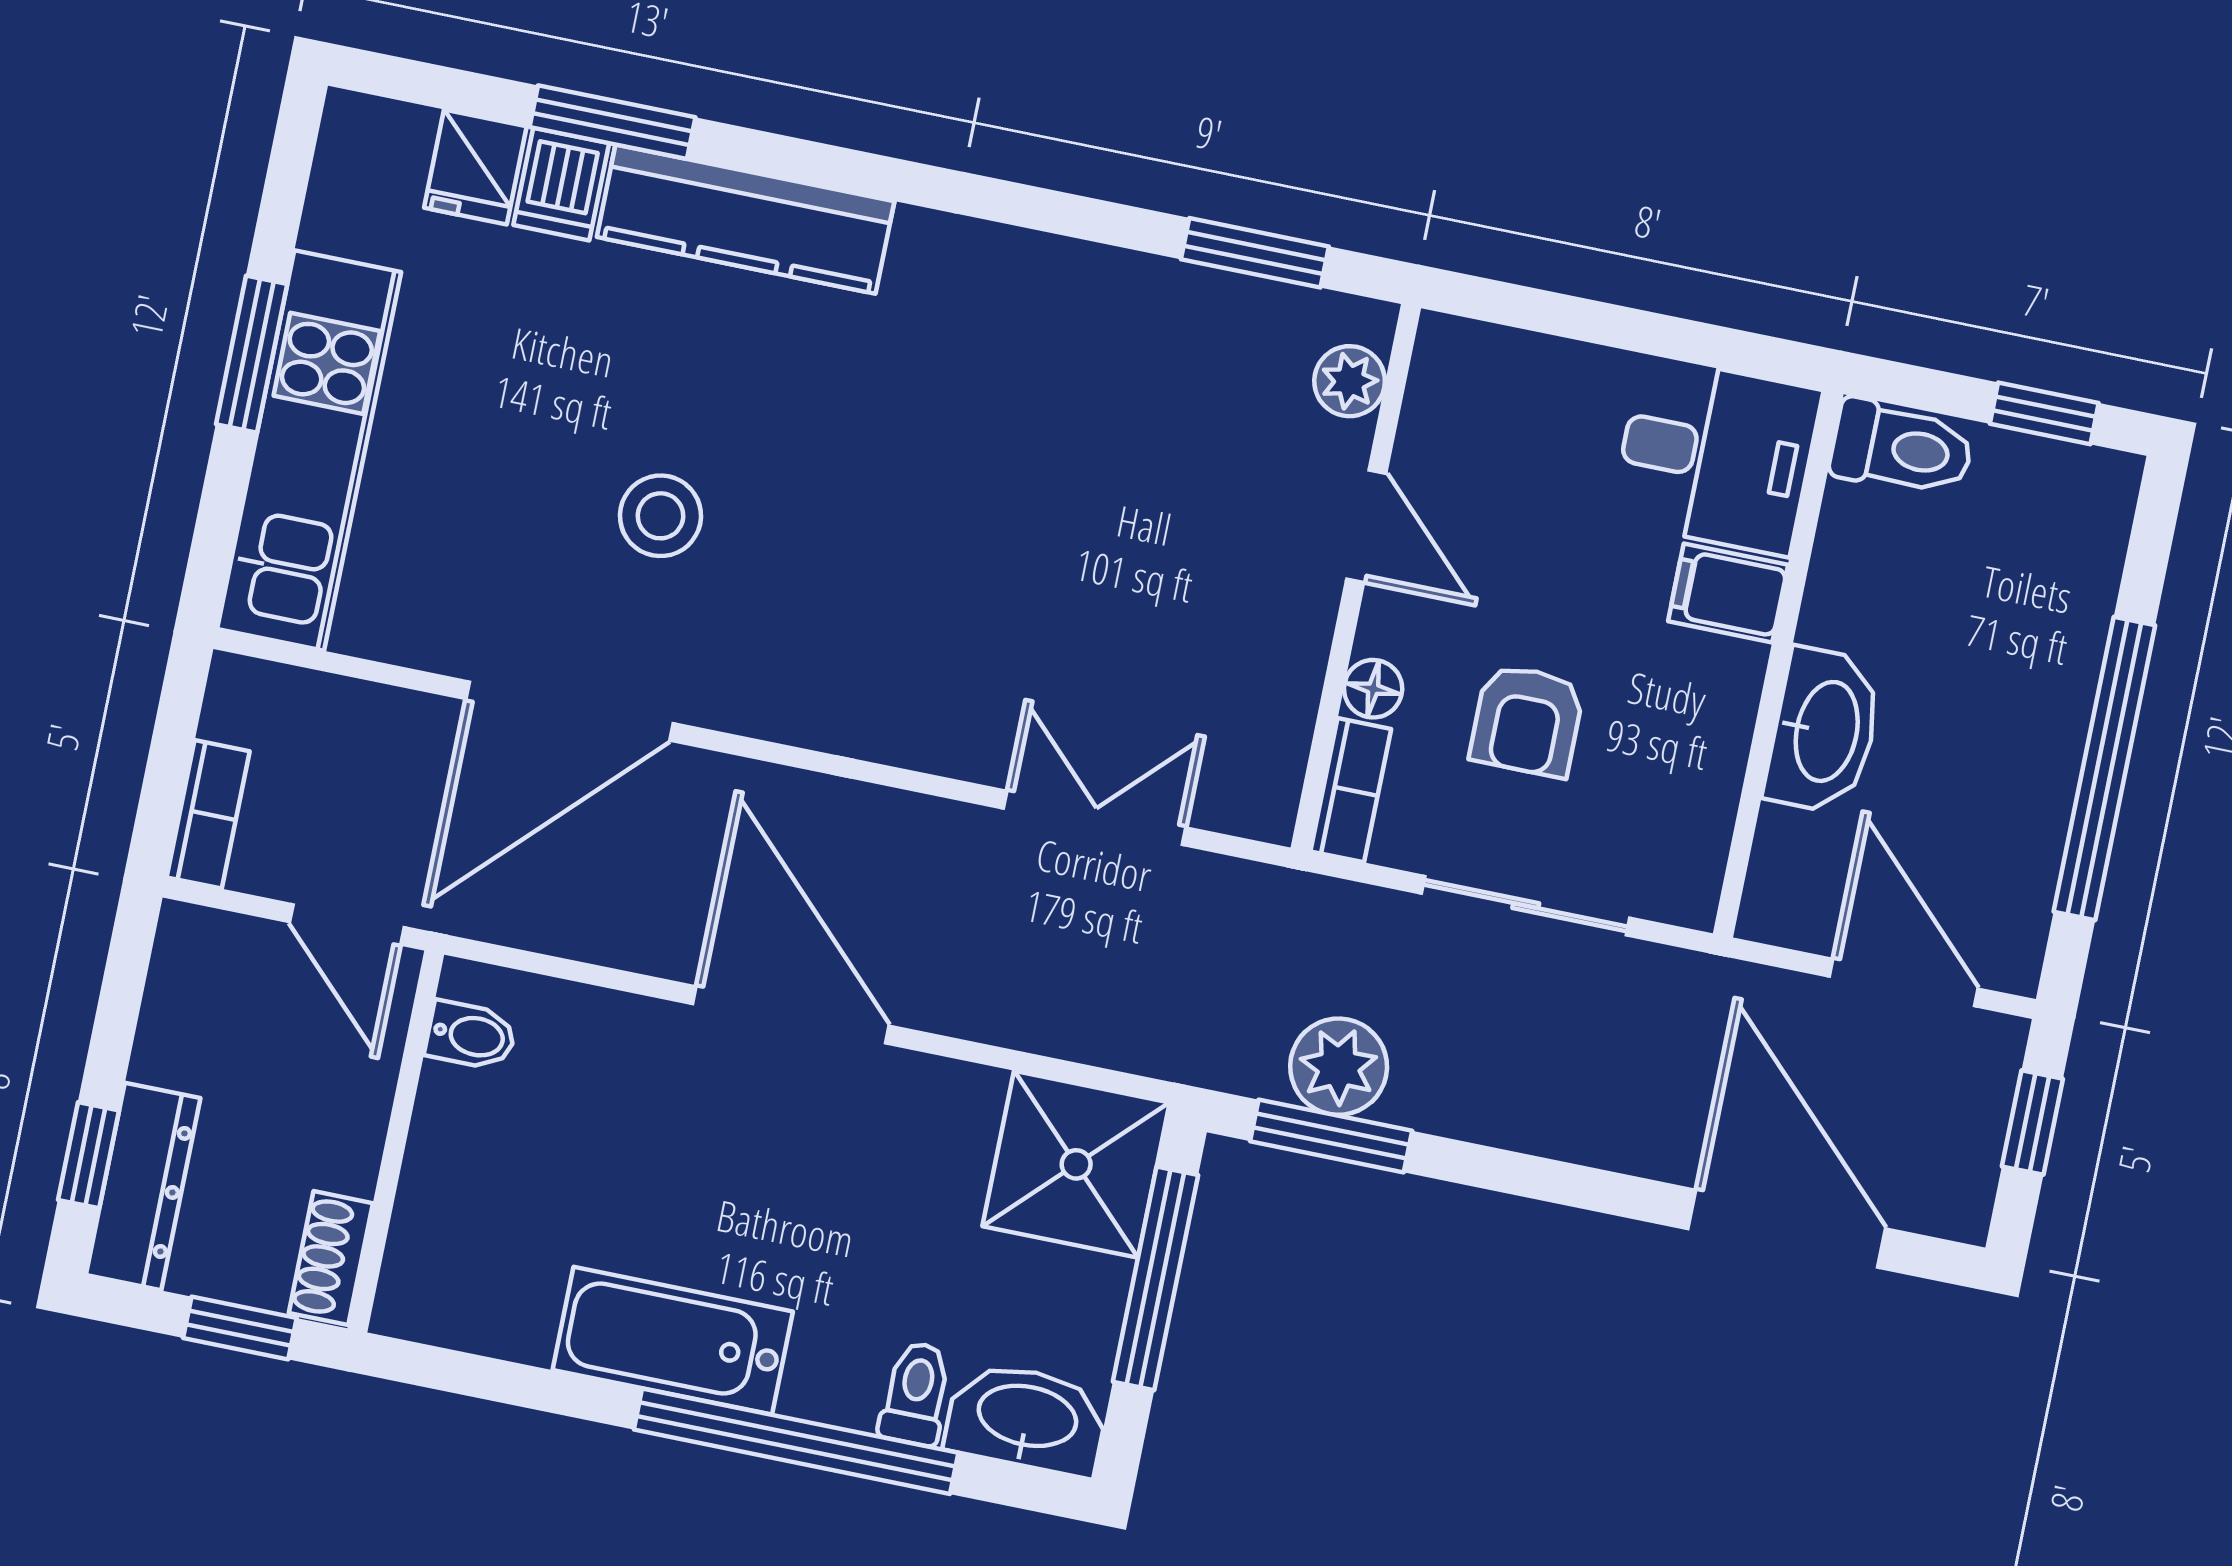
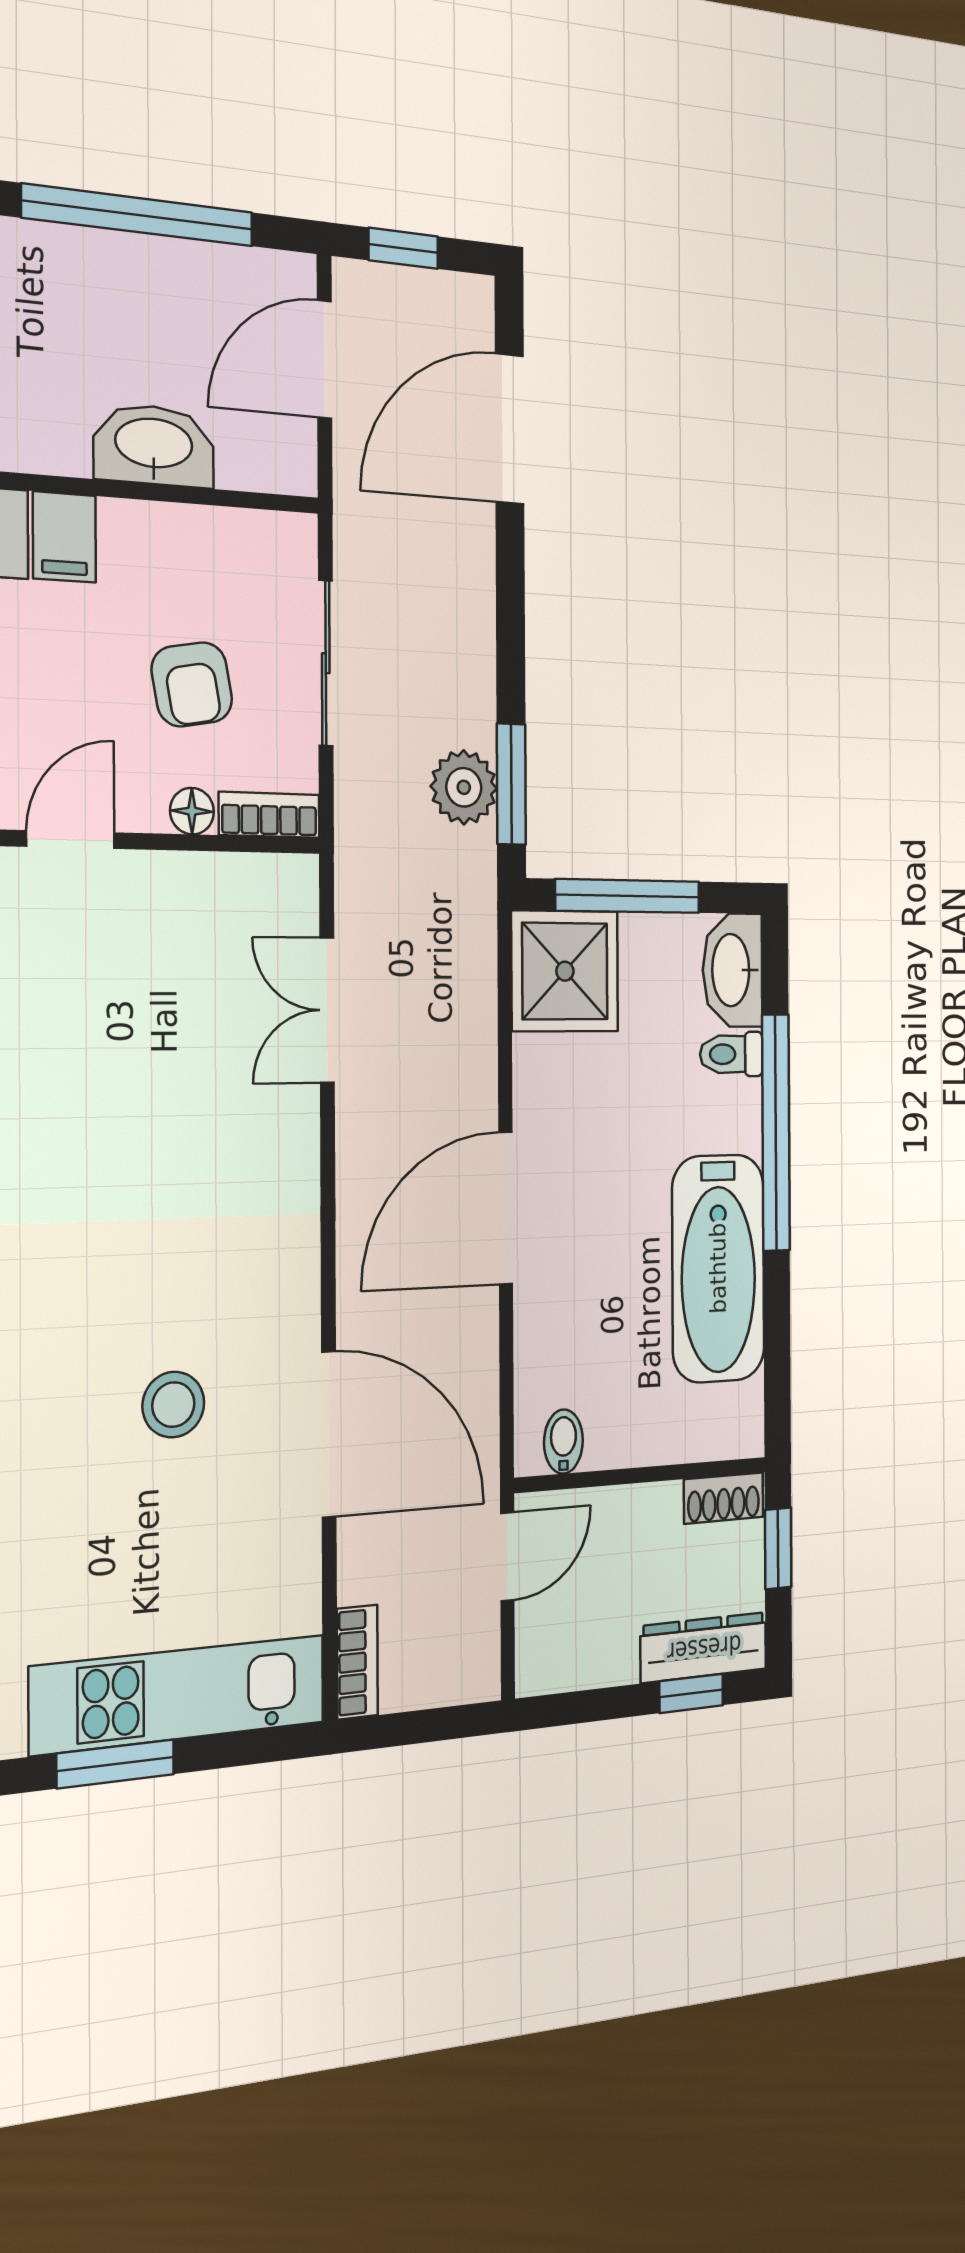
armchair: (1527, 721) -> (192, 684), turned 80
bookcase: (208, 814) -> (357, 1662), moved, turned 90
bathtub: (673, 1341) -> (718, 1268), width x1.36, depth x1.36

